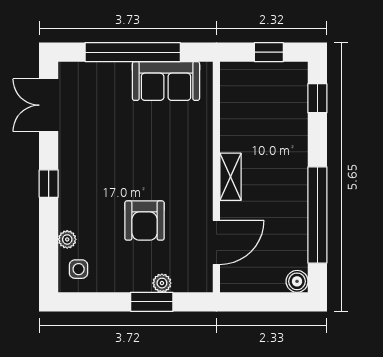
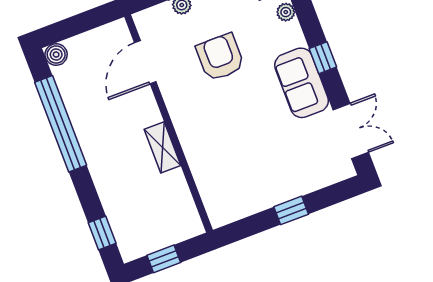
window: (133, 52) -> (291, 210), width x0.32
sofa: (166, 81) -> (302, 83), moved, turned -90
shelving: (231, 177) -> (163, 147), moved

